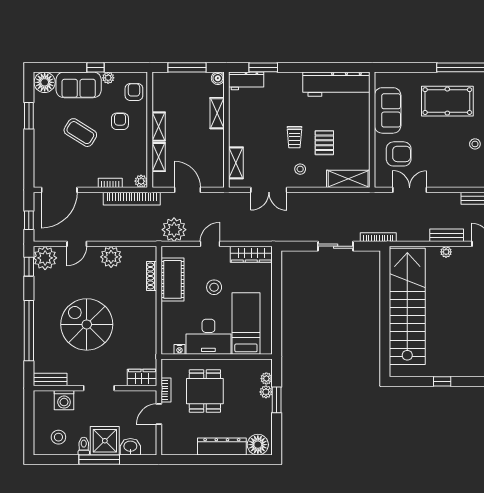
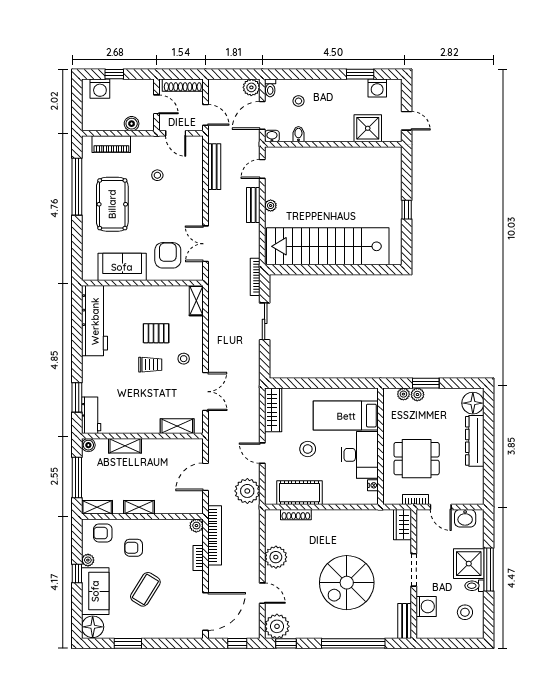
shelving: (159, 157) -> (97, 507), moved
shelving: (348, 179) -> (196, 301), width x0.67, depth x0.75
door: (59, 190) -> (205, 611), hinge flipped
washbasin: (130, 447) -> (465, 518), moved, turned -90

